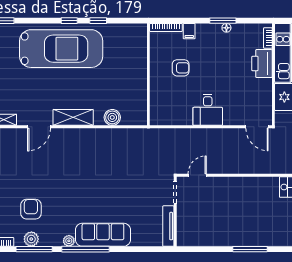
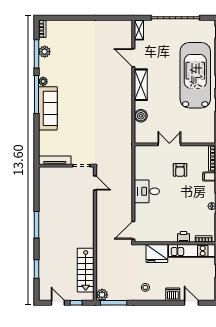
car: (61, 49) -> (195, 75), turned 180
printer: (262, 64) -> (183, 237), width x0.53, depth x0.68
double door: (148, 81) -> (169, 144), added
armchair: (31, 209) -> (68, 51), removed

